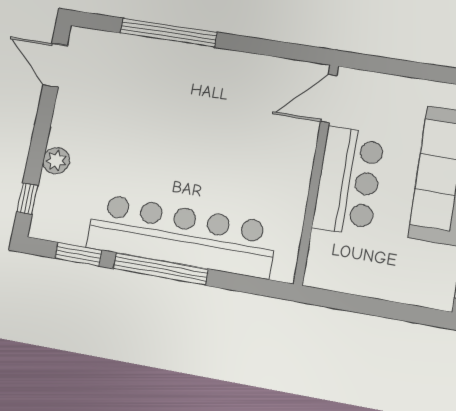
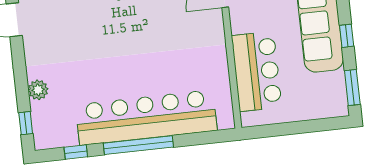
bar counter: (349, 181) -> (257, 71), moved
window: (78, 254) -> (76, 152), width x0.67

